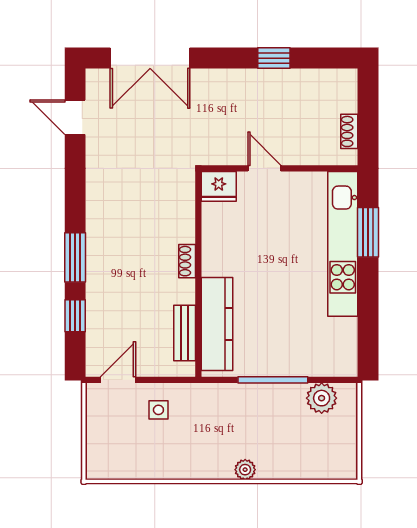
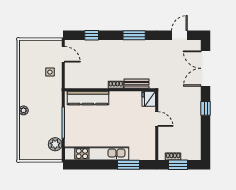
window: (274, 58) -> (206, 108), moved
window: (368, 120) -> (178, 165), added
door: (264, 168) -> (157, 119), hinge flipped
kitchen unit: (343, 244) -> (97, 154), moved
window: (75, 257) -> (134, 35), moved
bench: (185, 333) -> (136, 84), moved

